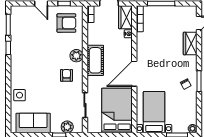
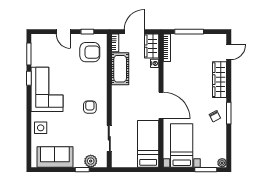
wardrobe: (190, 43) -> (220, 80), width x1.50
plant: (76, 56) -> (100, 86), removed
corner sofa: (26, 59) -> (47, 89), added
cot: (95, 60) -> (120, 69), moved
door: (134, 74) -> (161, 105), swing flipped
bed: (117, 110) -> (148, 144), width x0.67

